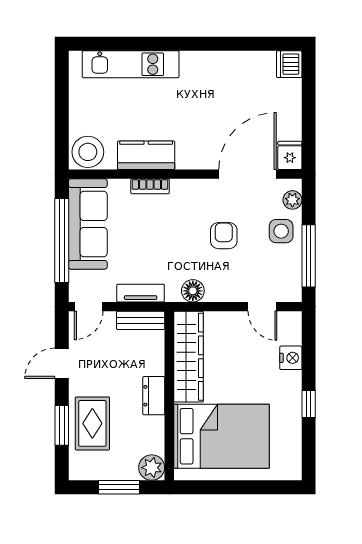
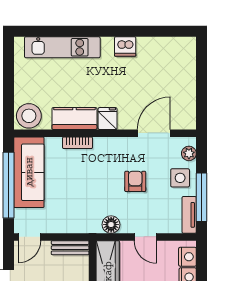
dishwasher: (289, 64) -> (125, 46), moved, turned -90
fridge: (290, 155) -> (108, 119), moved
door: (247, 174) -> (154, 133), width x0.73
tv unit: (141, 293) -> (189, 215), moved, turned -90
door: (262, 307) -> (145, 237), moved
nightstand: (291, 332) -> (187, 257), added

